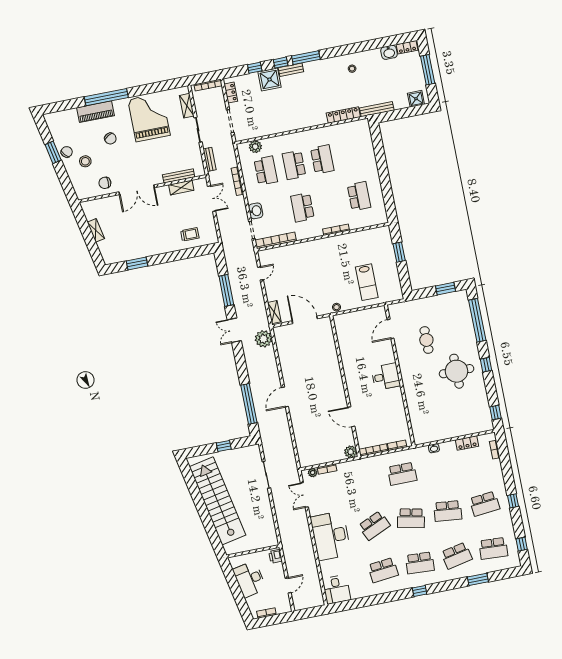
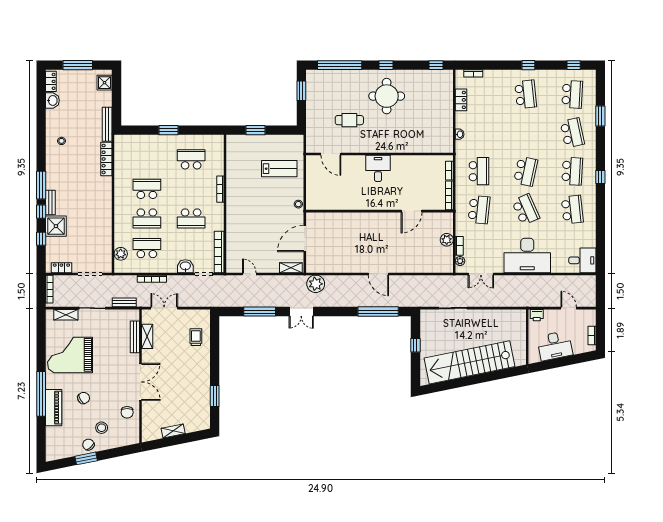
window: (383, 169) -> (168, 130), added
plant: (351, 452) -> (447, 240), moved
school desk: (448, 511) -> (479, 210), moved

